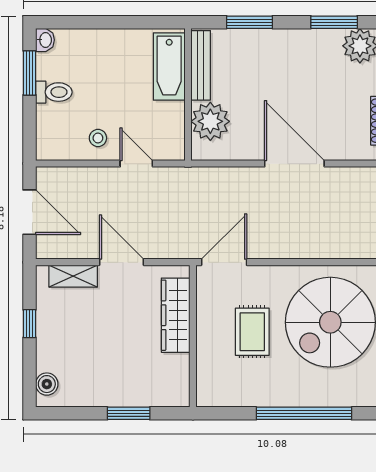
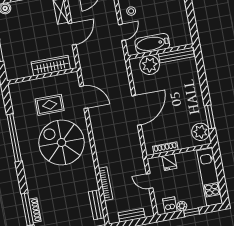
window: (249, 22) -> (202, 75), removed
bathtub: (169, 67) -> (152, 43), moved
door: (224, 262) -> (84, 97), moved

